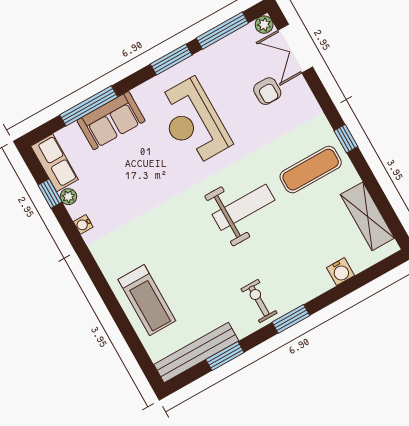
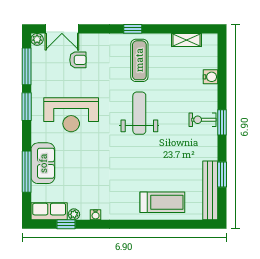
shelving: (367, 216) -> (187, 40), width x0.67, depth x0.75
exercise bike: (259, 301) -> (202, 120), moved

